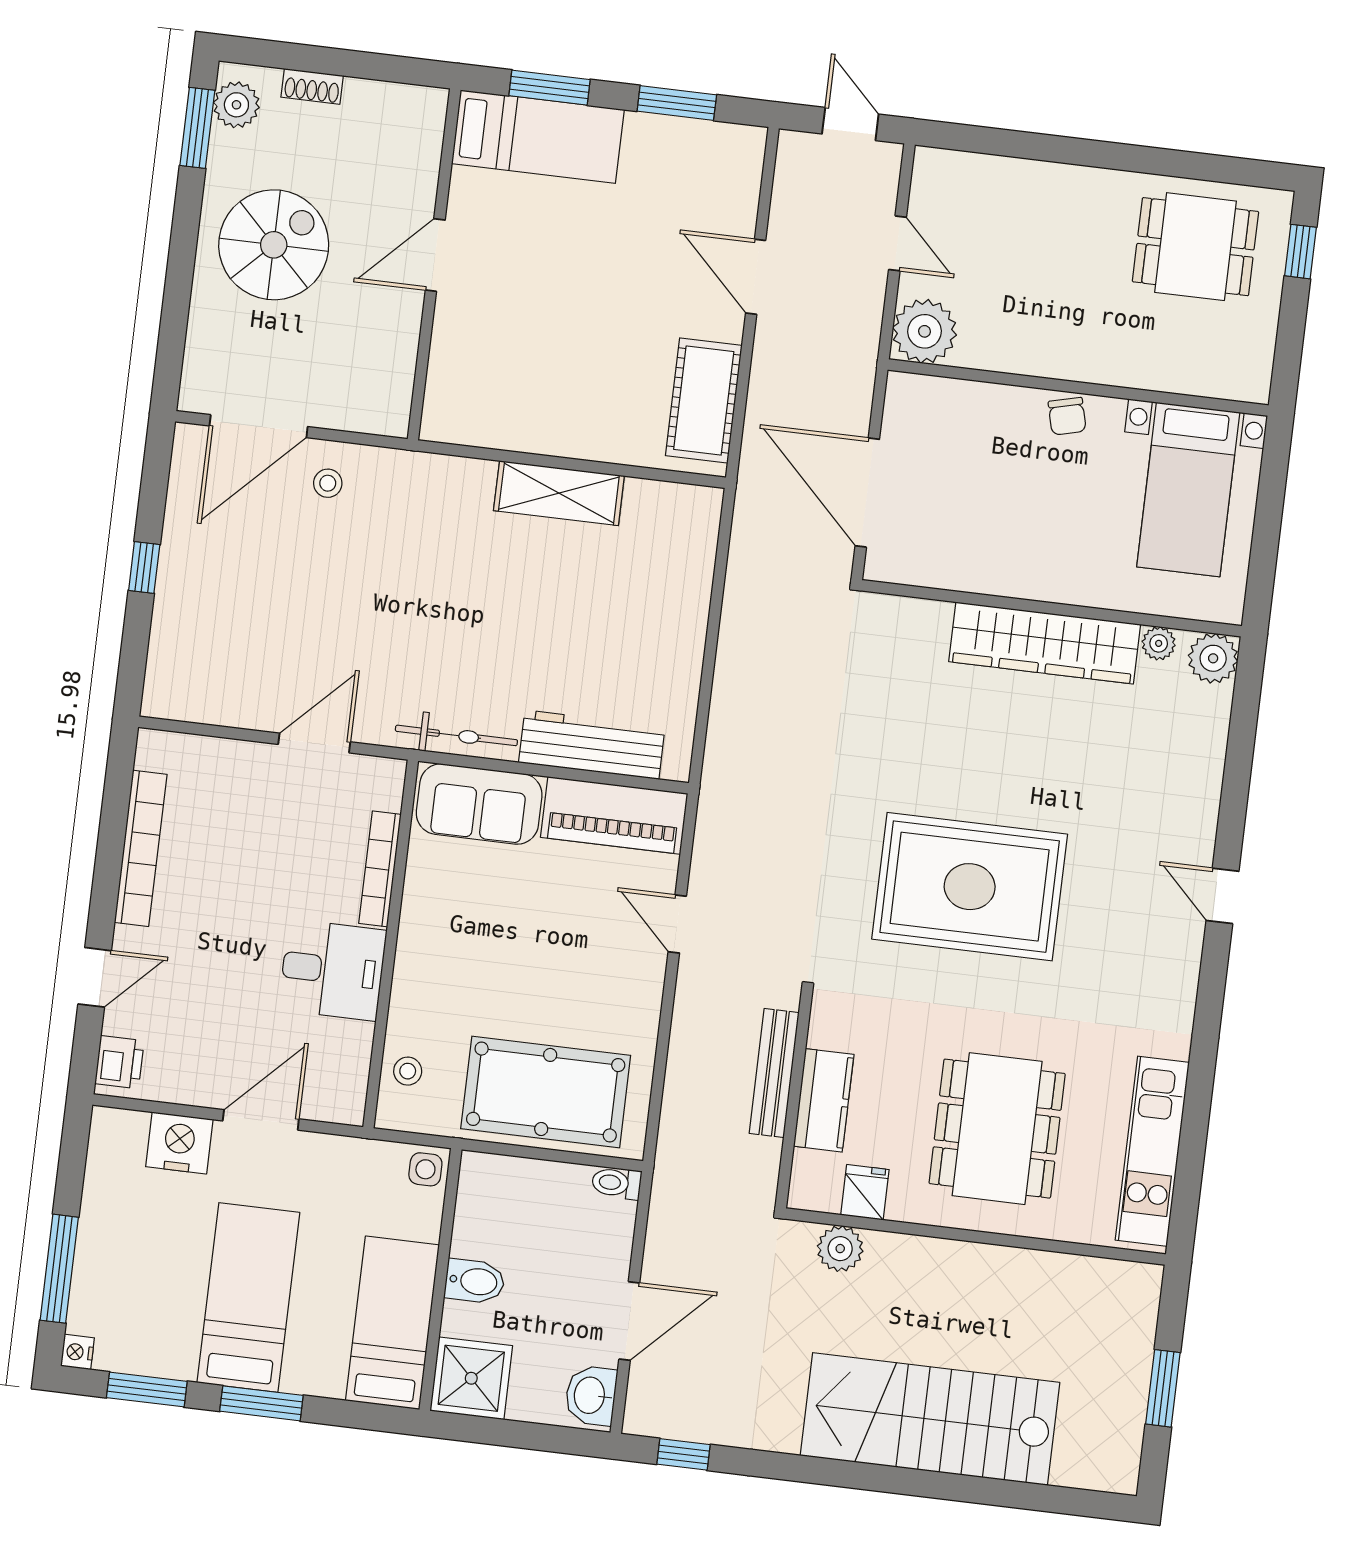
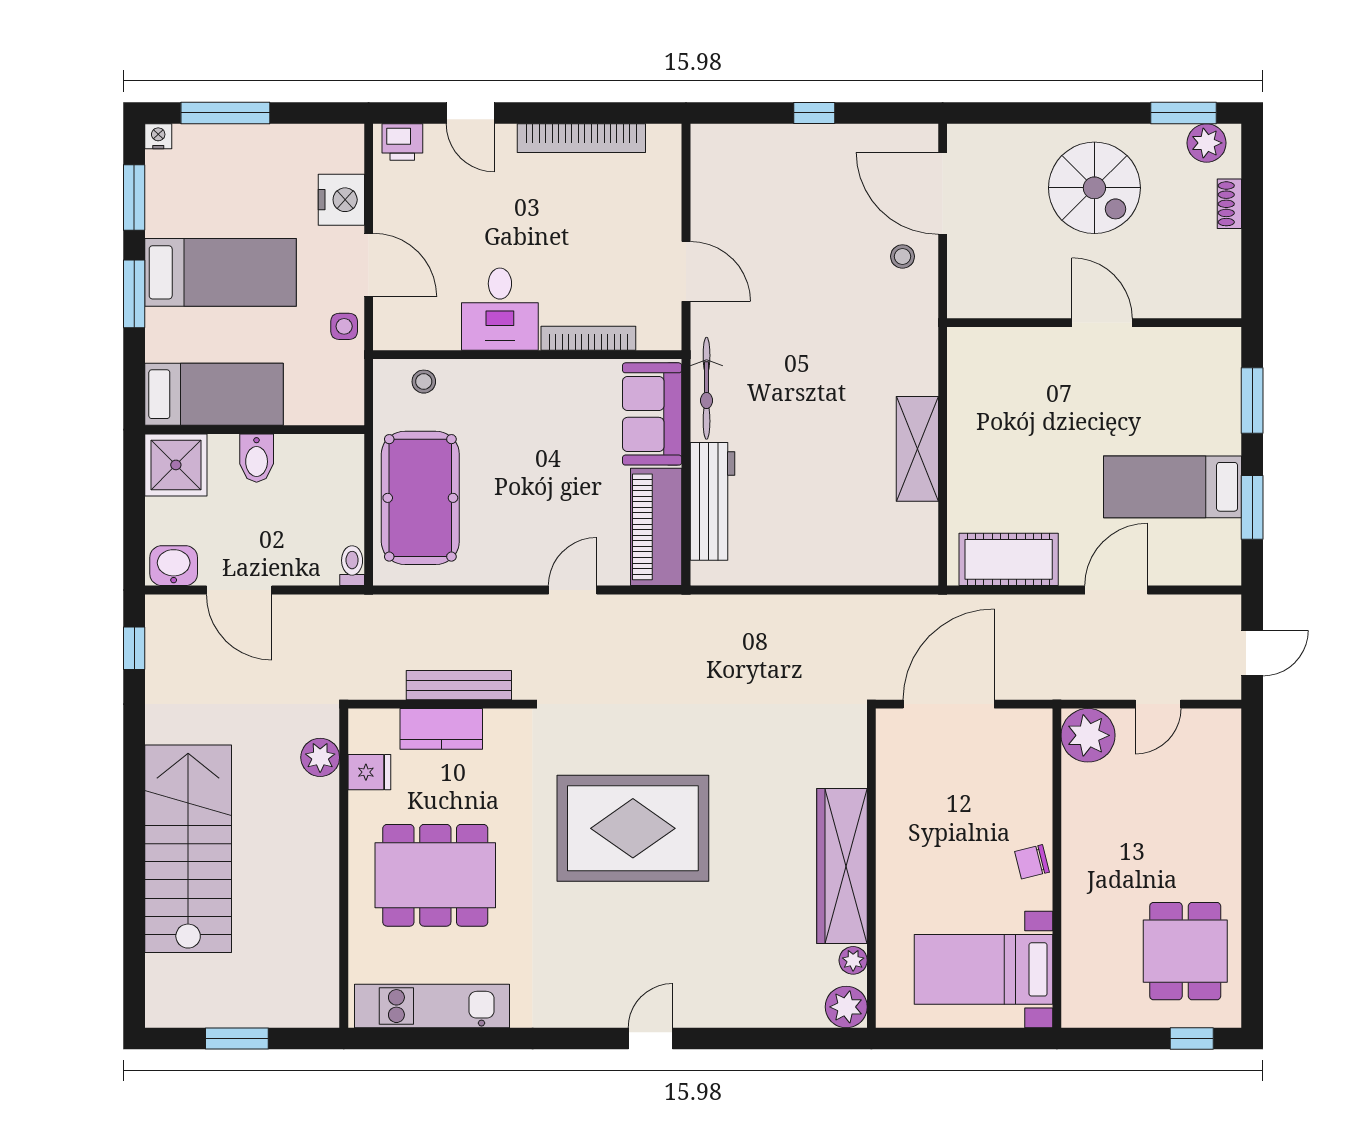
bed: (538, 137) -> (1173, 487), moved, turned 90
rug: (970, 887) -> (633, 828), turned 90
side table: (425, 1169) -> (344, 326), moved

